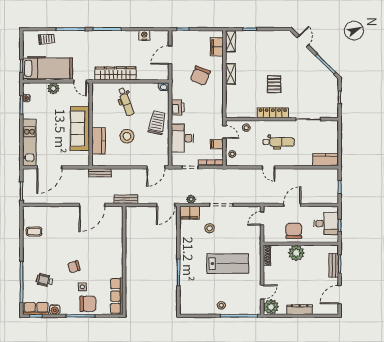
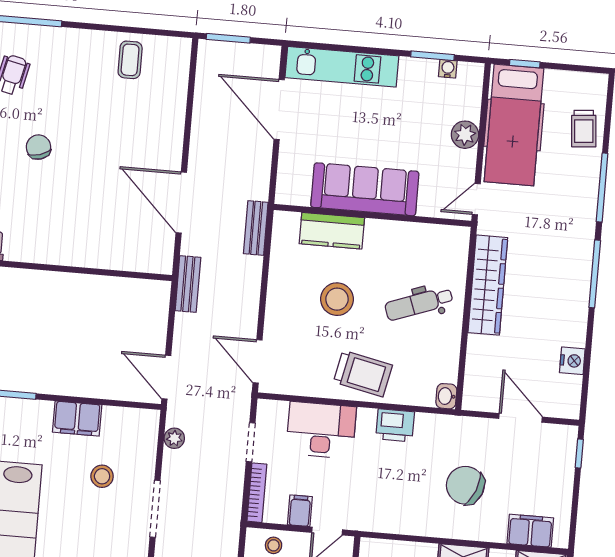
filing cabinet: (190, 213) -> (77, 419), moved, turned -90

